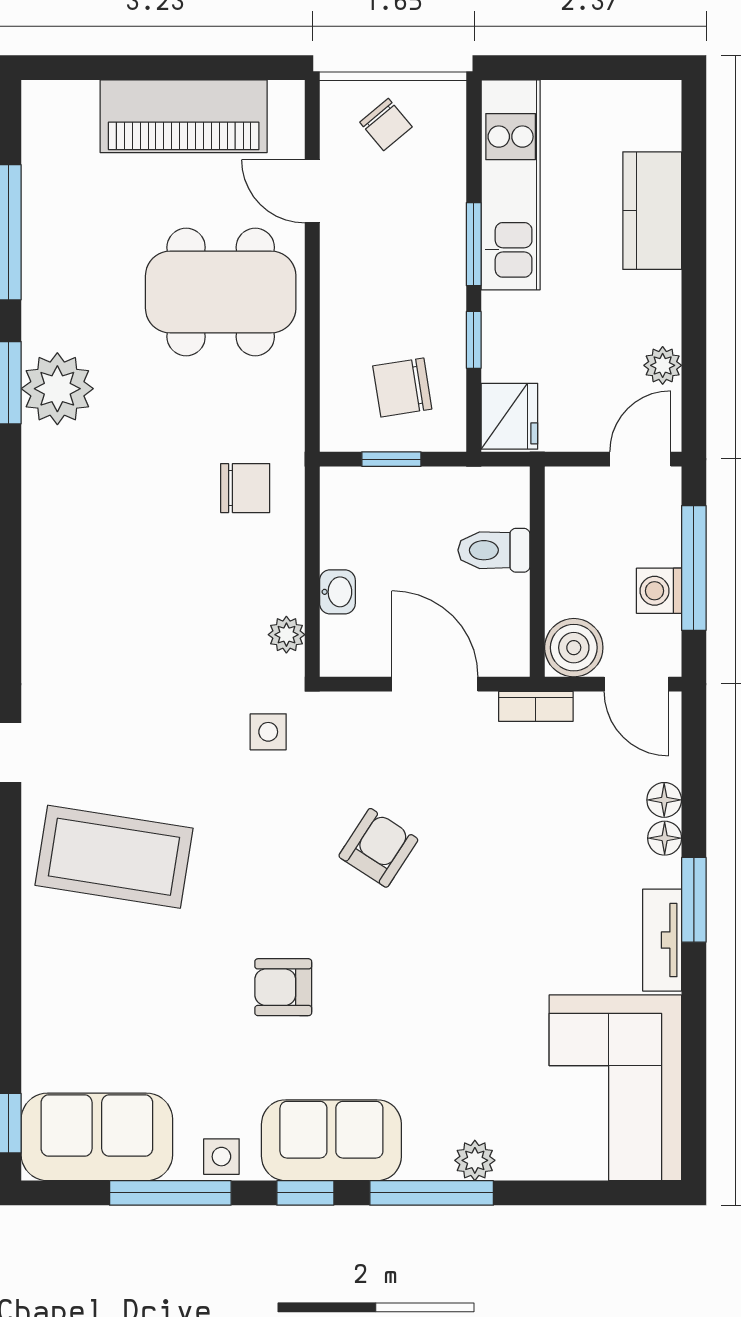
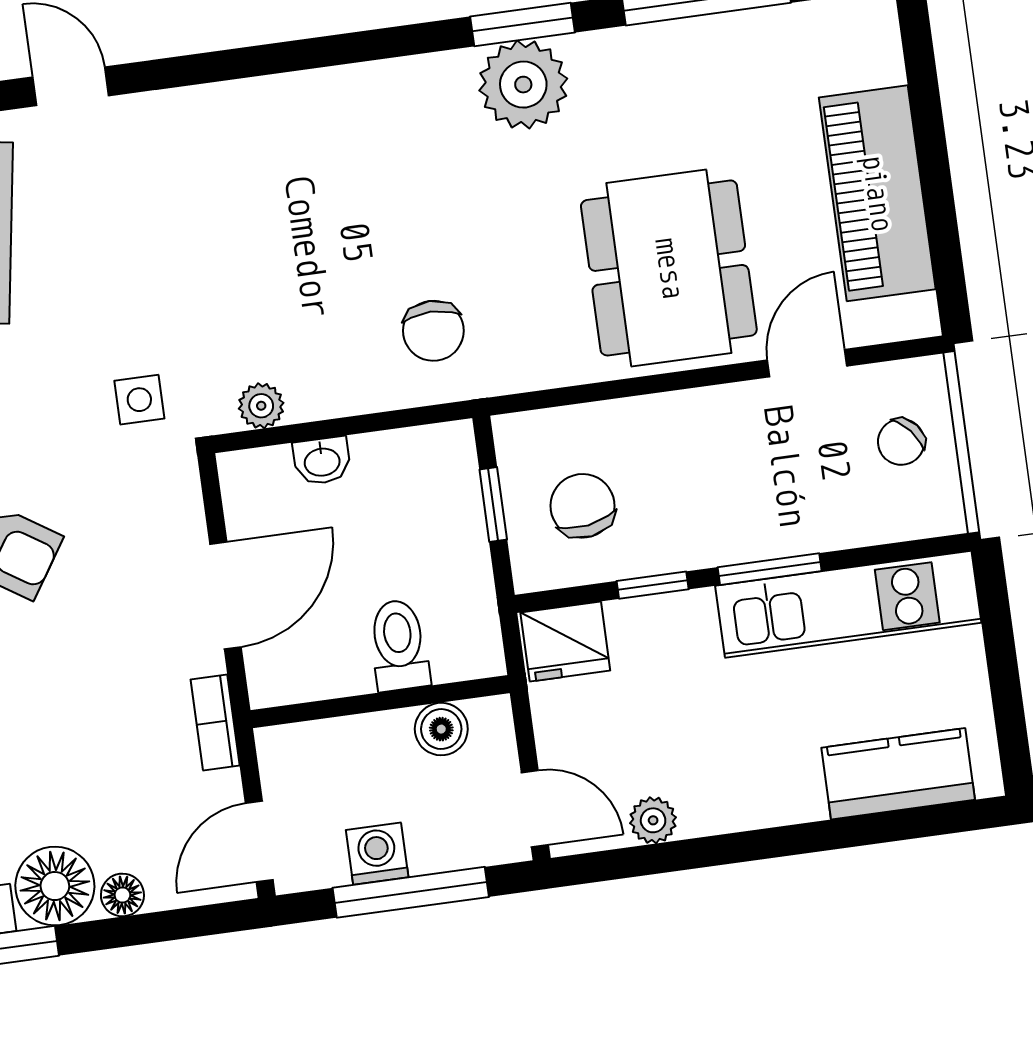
kitchen counter: (652, 211) -> (898, 774), moved
boiler: (574, 648) -> (441, 729), moved, width x0.73, depth x0.73
floor lamp: (665, 838) -> (55, 886), width x1.89, depth x1.89

